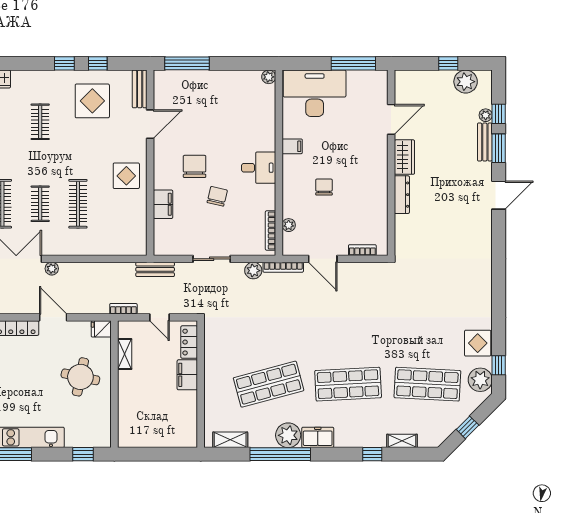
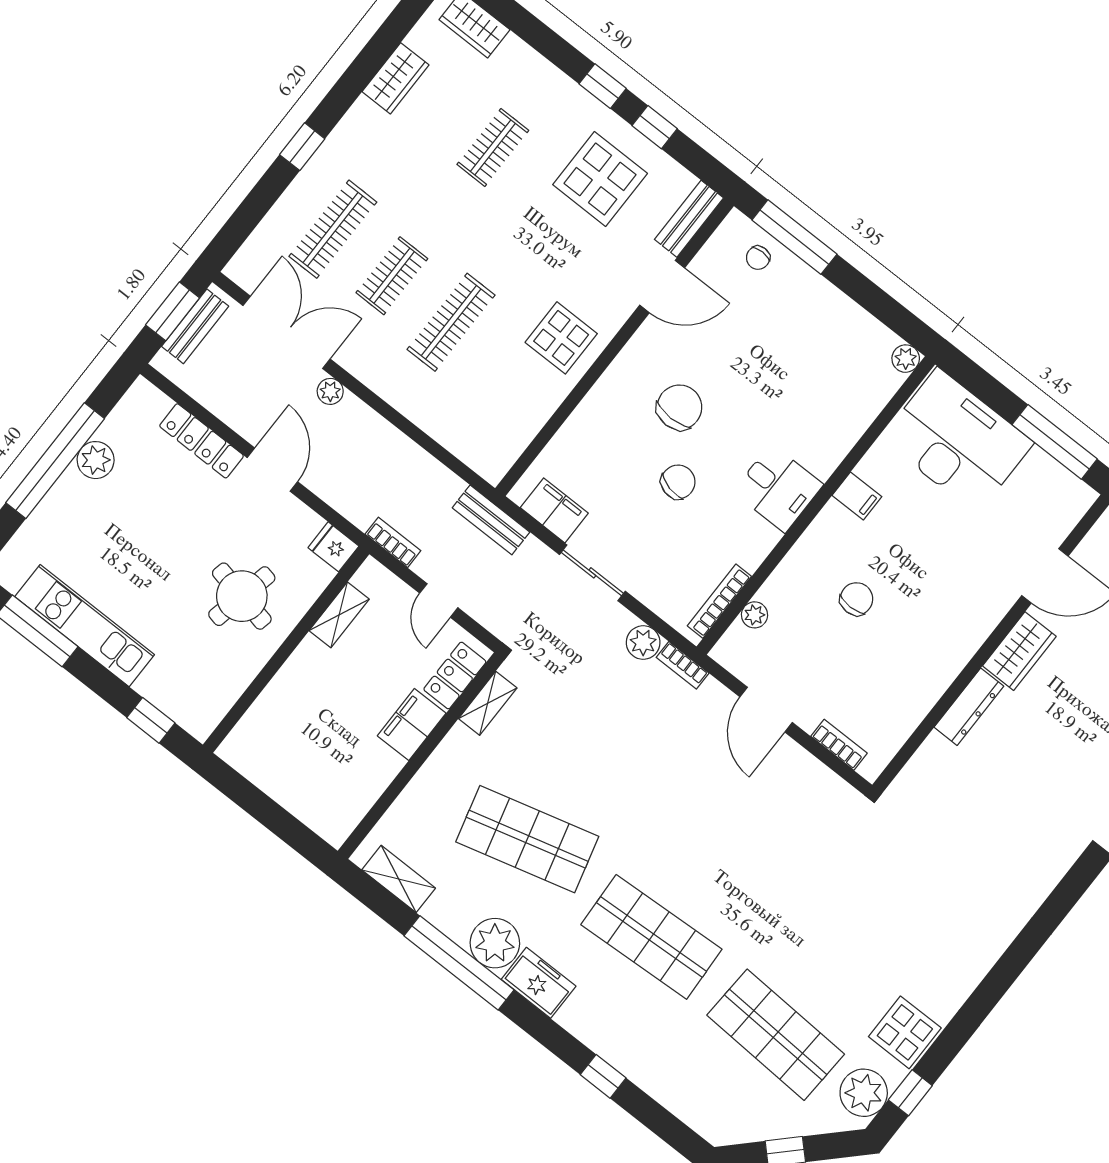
chair: (179, 83) -> (758, 258), added
filing cabinet: (163, 204) -> (554, 510), moved, turned -90
bookcase: (283, 267) -> (683, 665), width x0.64
shelving: (402, 441) -> (488, 703), moved, turned 90

